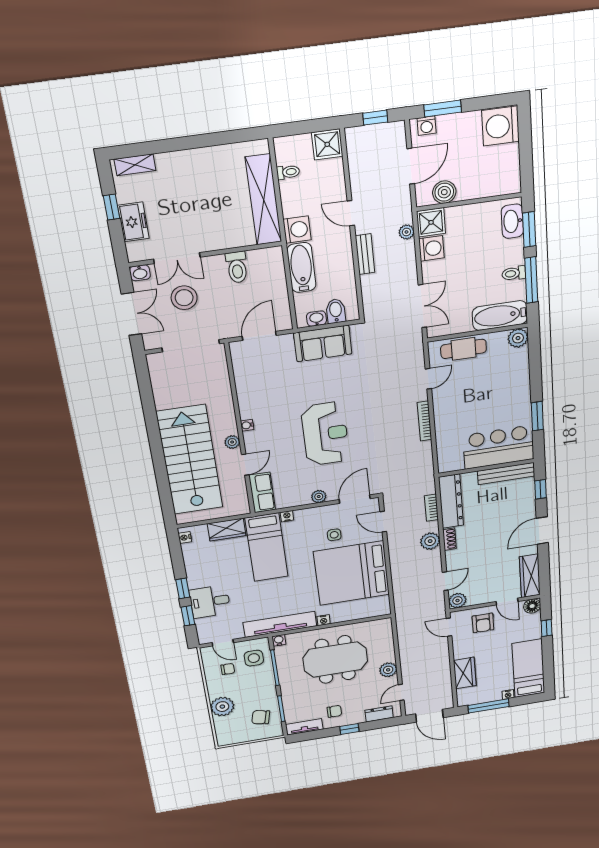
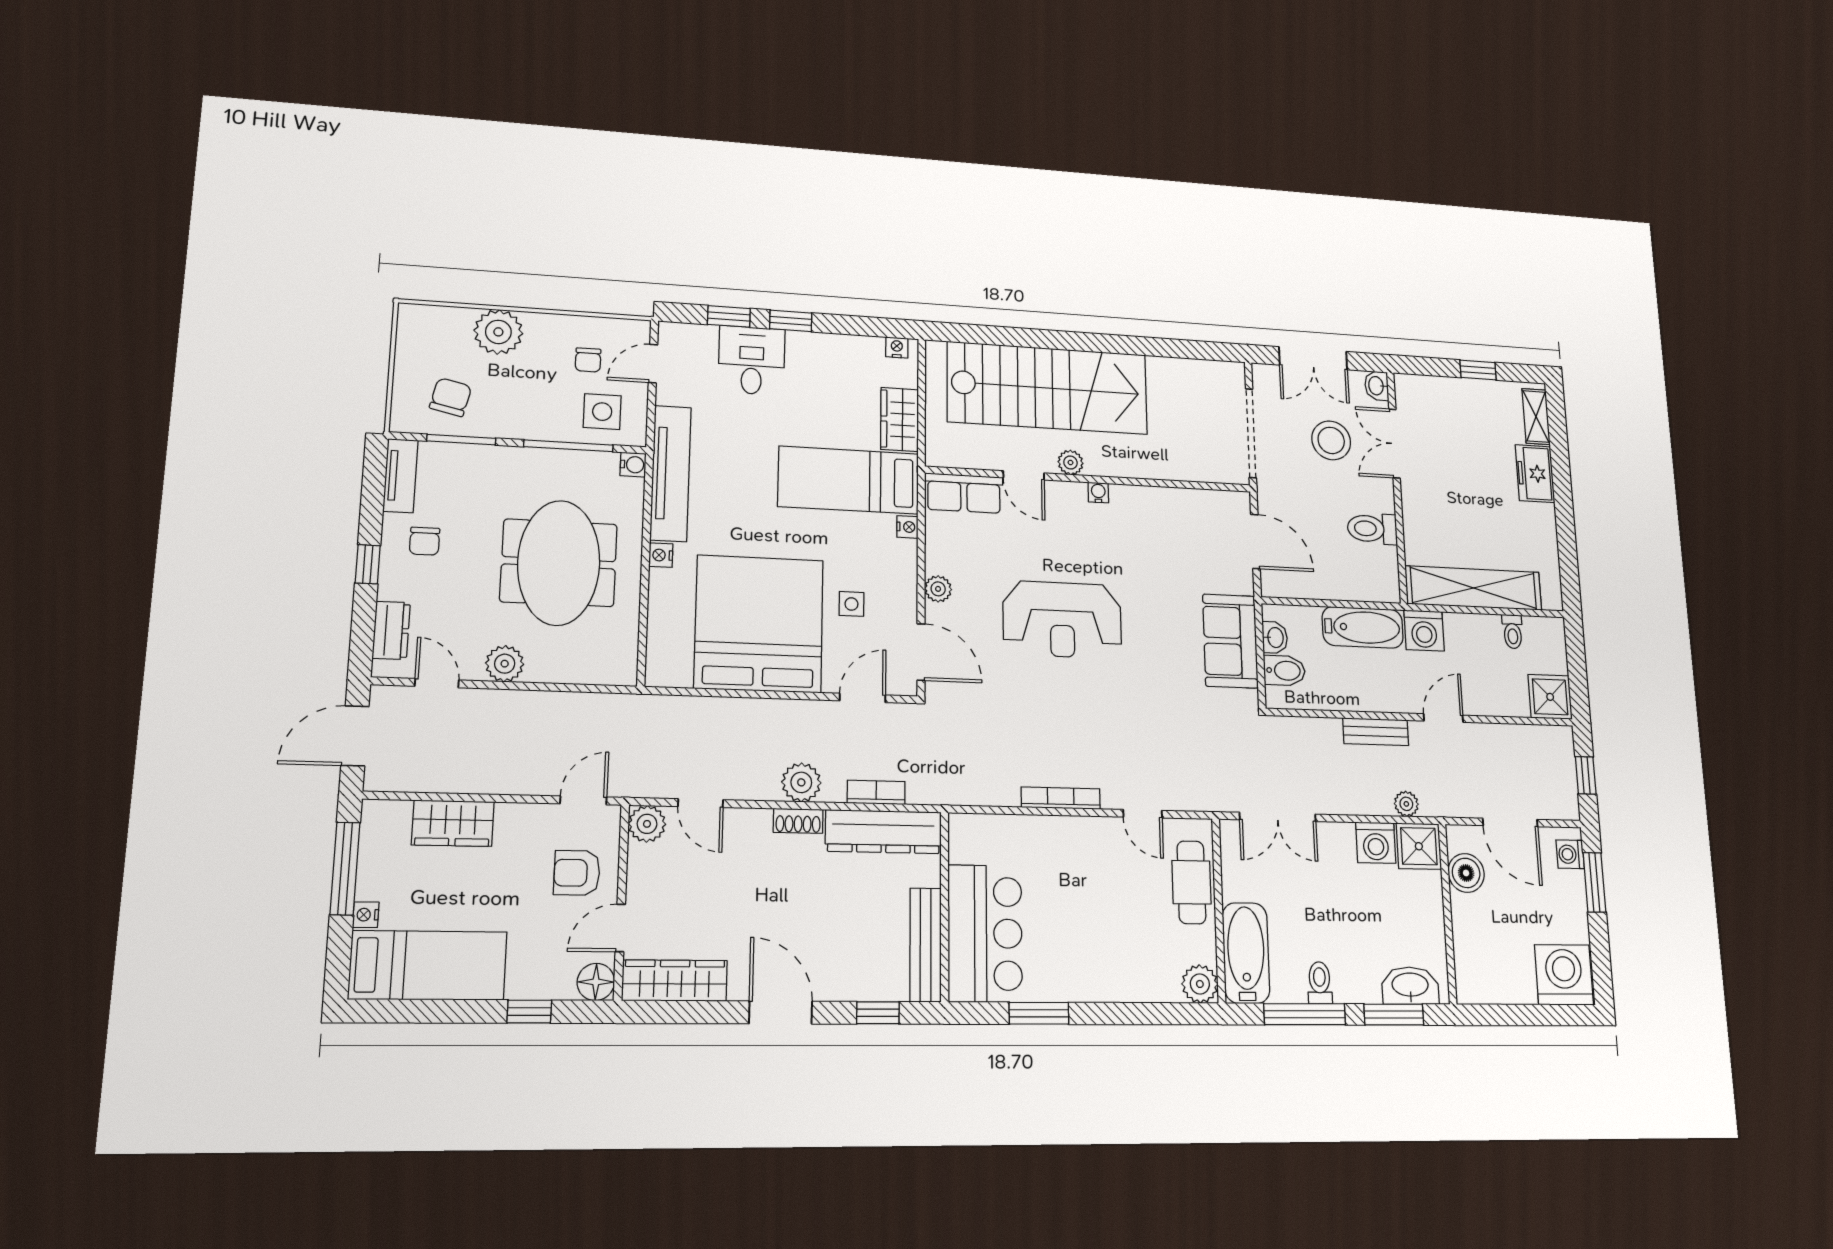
freezer: (133, 222) -> (1535, 474), moved, turned 90

